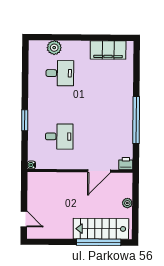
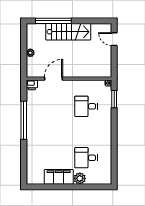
plant: (54, 48) -> (80, 178), moved
filing cabinet: (108, 50) -> (59, 177), moved
window: (25, 120) -> (114, 99), moved
stairs: (101, 229) -> (68, 32), moved

